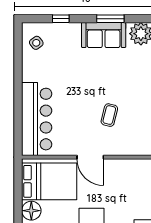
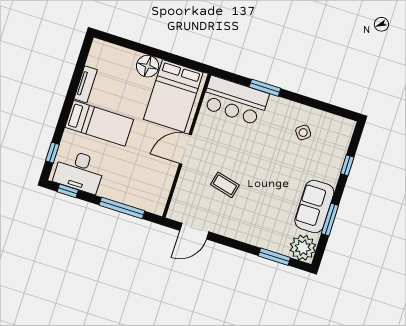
side table: (36, 43) -> (303, 133), moved
window: (18, 108) -> (265, 88), added
bar counter: (37, 119) -> (235, 101), width x0.73

